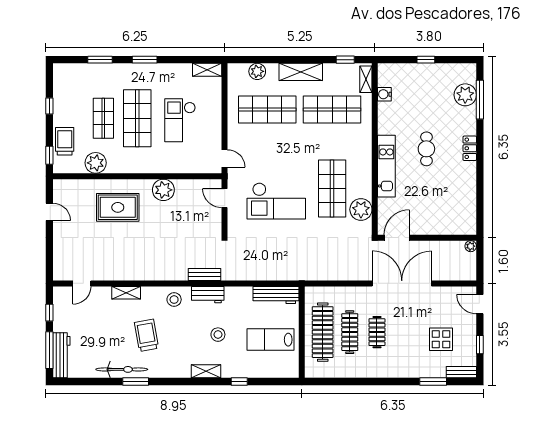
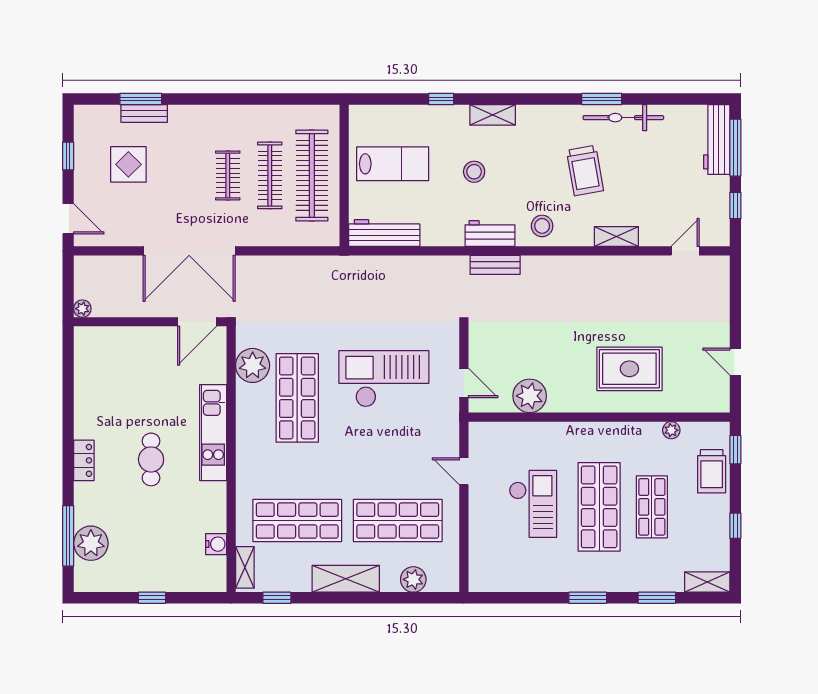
shelving: (207, 70) -> (707, 582), moved
door: (225, 158) -> (464, 471), moved
plant: (96, 163) -> (671, 430), width x0.53, depth x0.53
plant: (163, 190) -> (530, 396), moved
bench: (461, 372) -> (144, 113), moved

